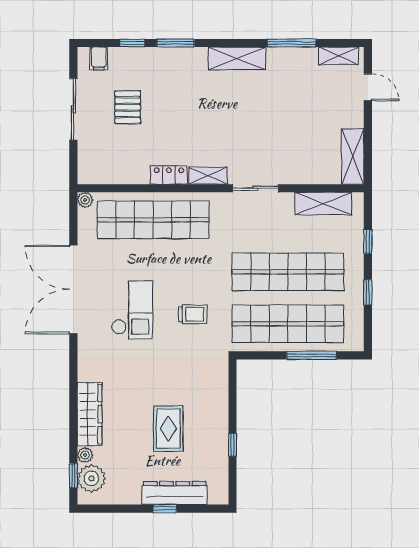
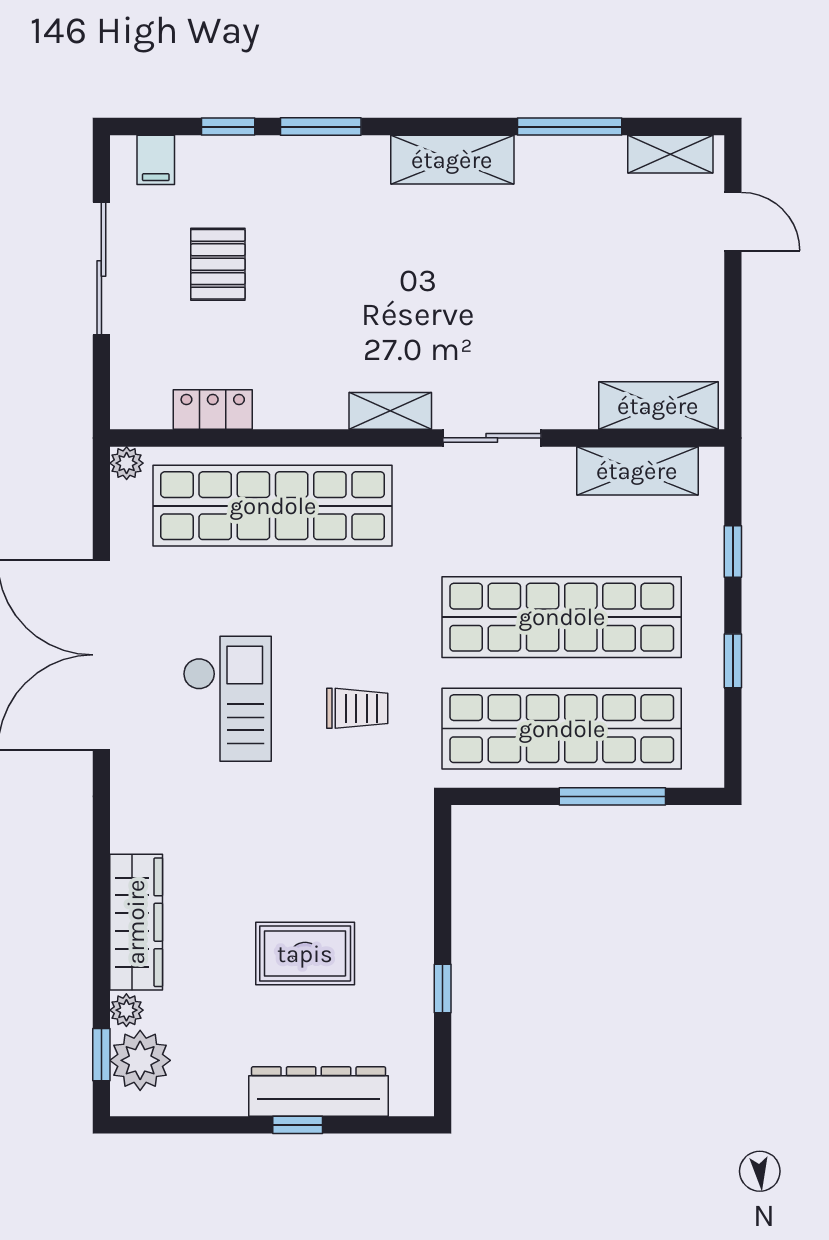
shelving: (353, 156) -> (658, 406), moved, turned 90
locker: (169, 175) -> (213, 410), moved
rug: (168, 429) -> (305, 954), turned 90

